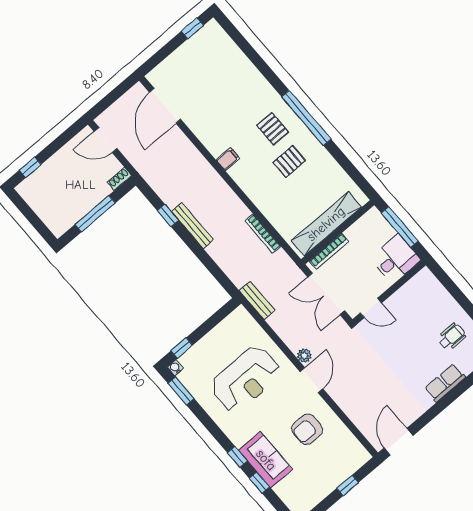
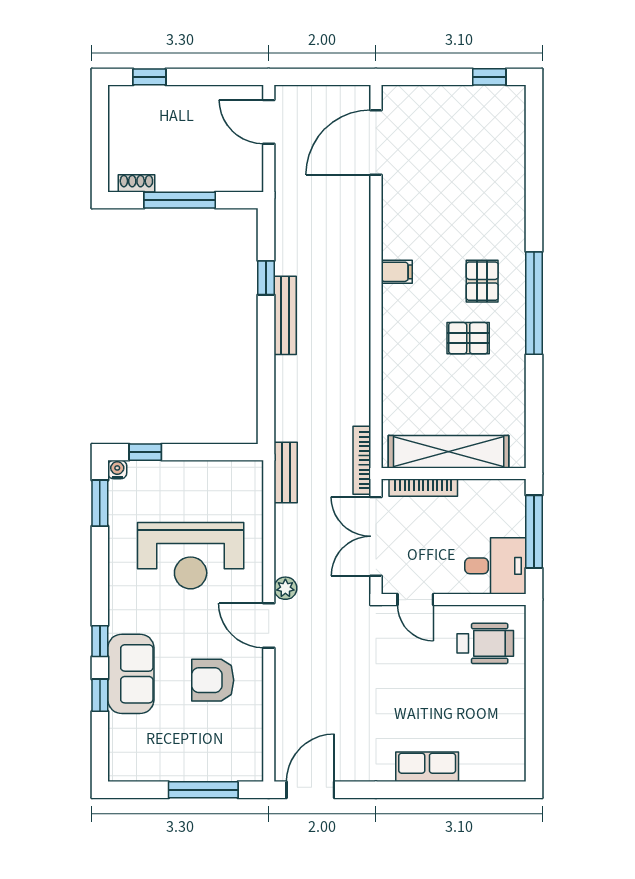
shoe rack: (119, 179) -> (136, 183), moved
bookcase: (263, 234) -> (362, 460), moved
wheelchair: (452, 337) -> (485, 643), moved, width x1.36, depth x1.37
door: (312, 380) -> (269, 625), swing flipped
window: (348, 485) -> (203, 790), width x2.17

